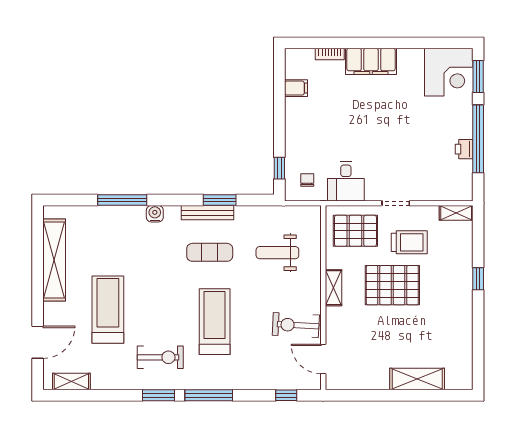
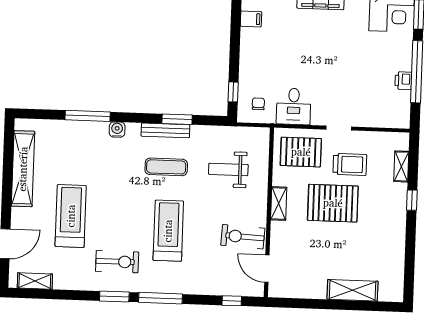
shelving: (456, 213) -> (401, 166), moved, turned 90

